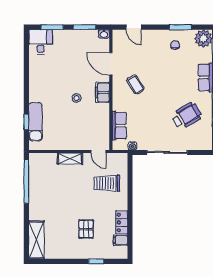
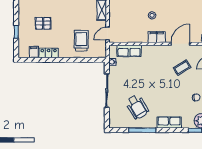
coffee table: (135, 84) -> (182, 68), moved

